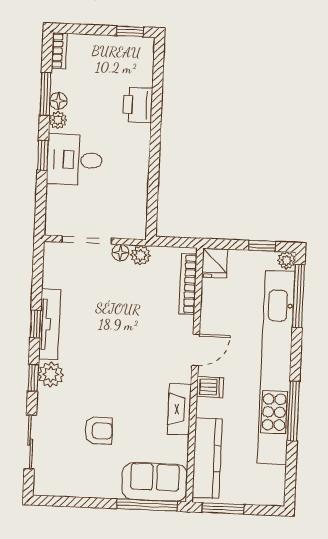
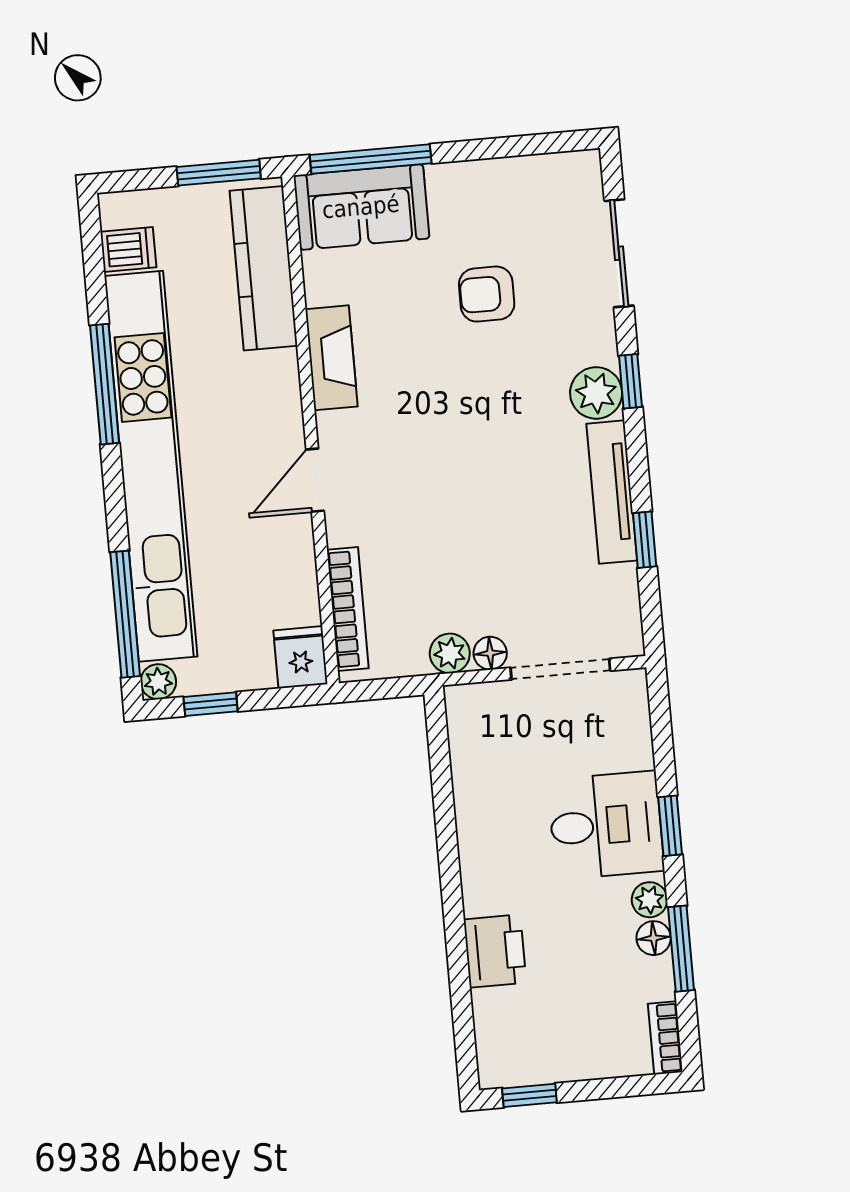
window: (35, 324) -> (645, 540), moved
dishwasher: (210, 387) -> (128, 249), moved, turned 180

